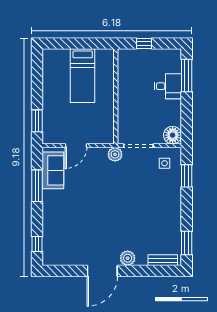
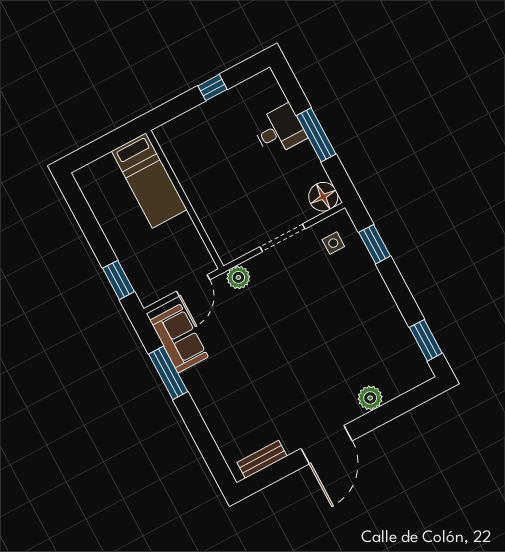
window: (187, 76) -> (316, 135), moved
wall: (116, 96) -> (185, 200), moved
plant: (115, 154) -> (238, 277), moved
window: (37, 244) -> (212, 456), removed
plant: (128, 258) -> (370, 398), moved
bench: (163, 260) -> (262, 459), moved

